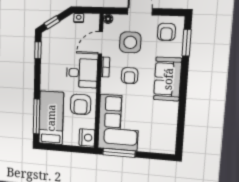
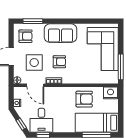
desk: (82, 73) -> (41, 120), moved, turned 180
corner sofa: (119, 123) -> (103, 49), moved, turned -90

